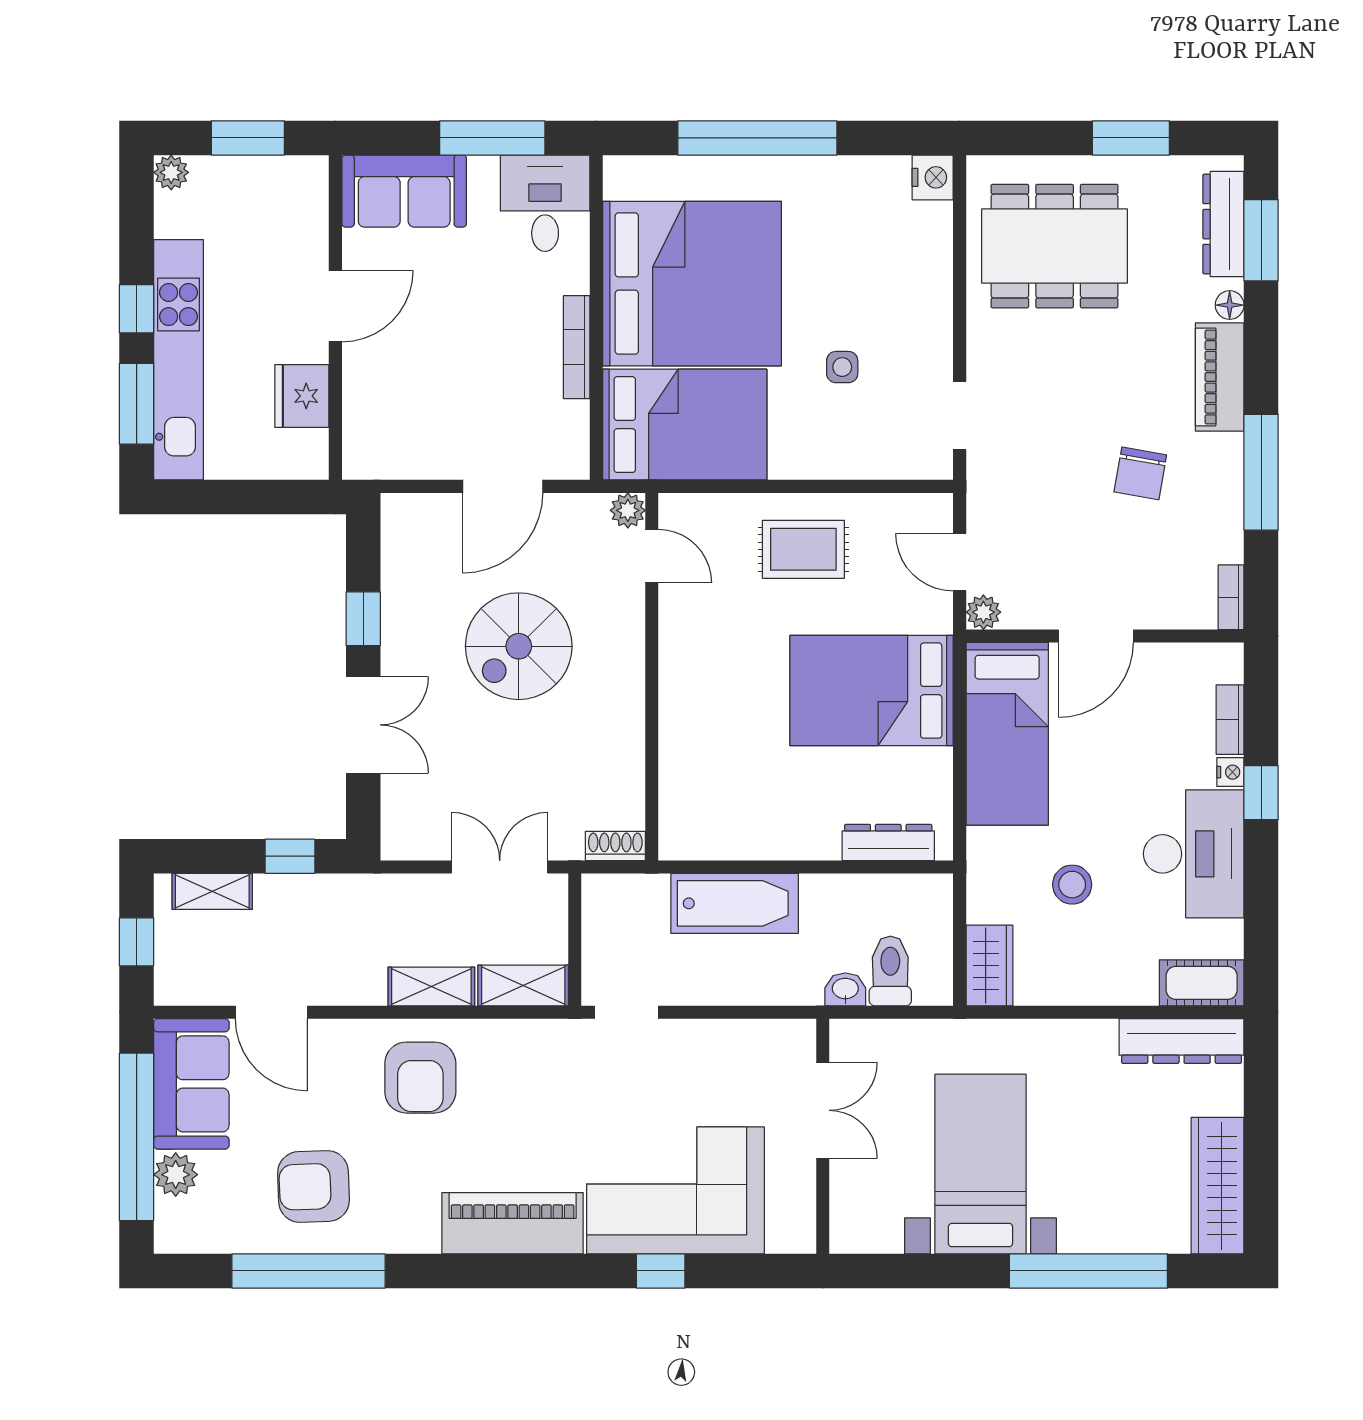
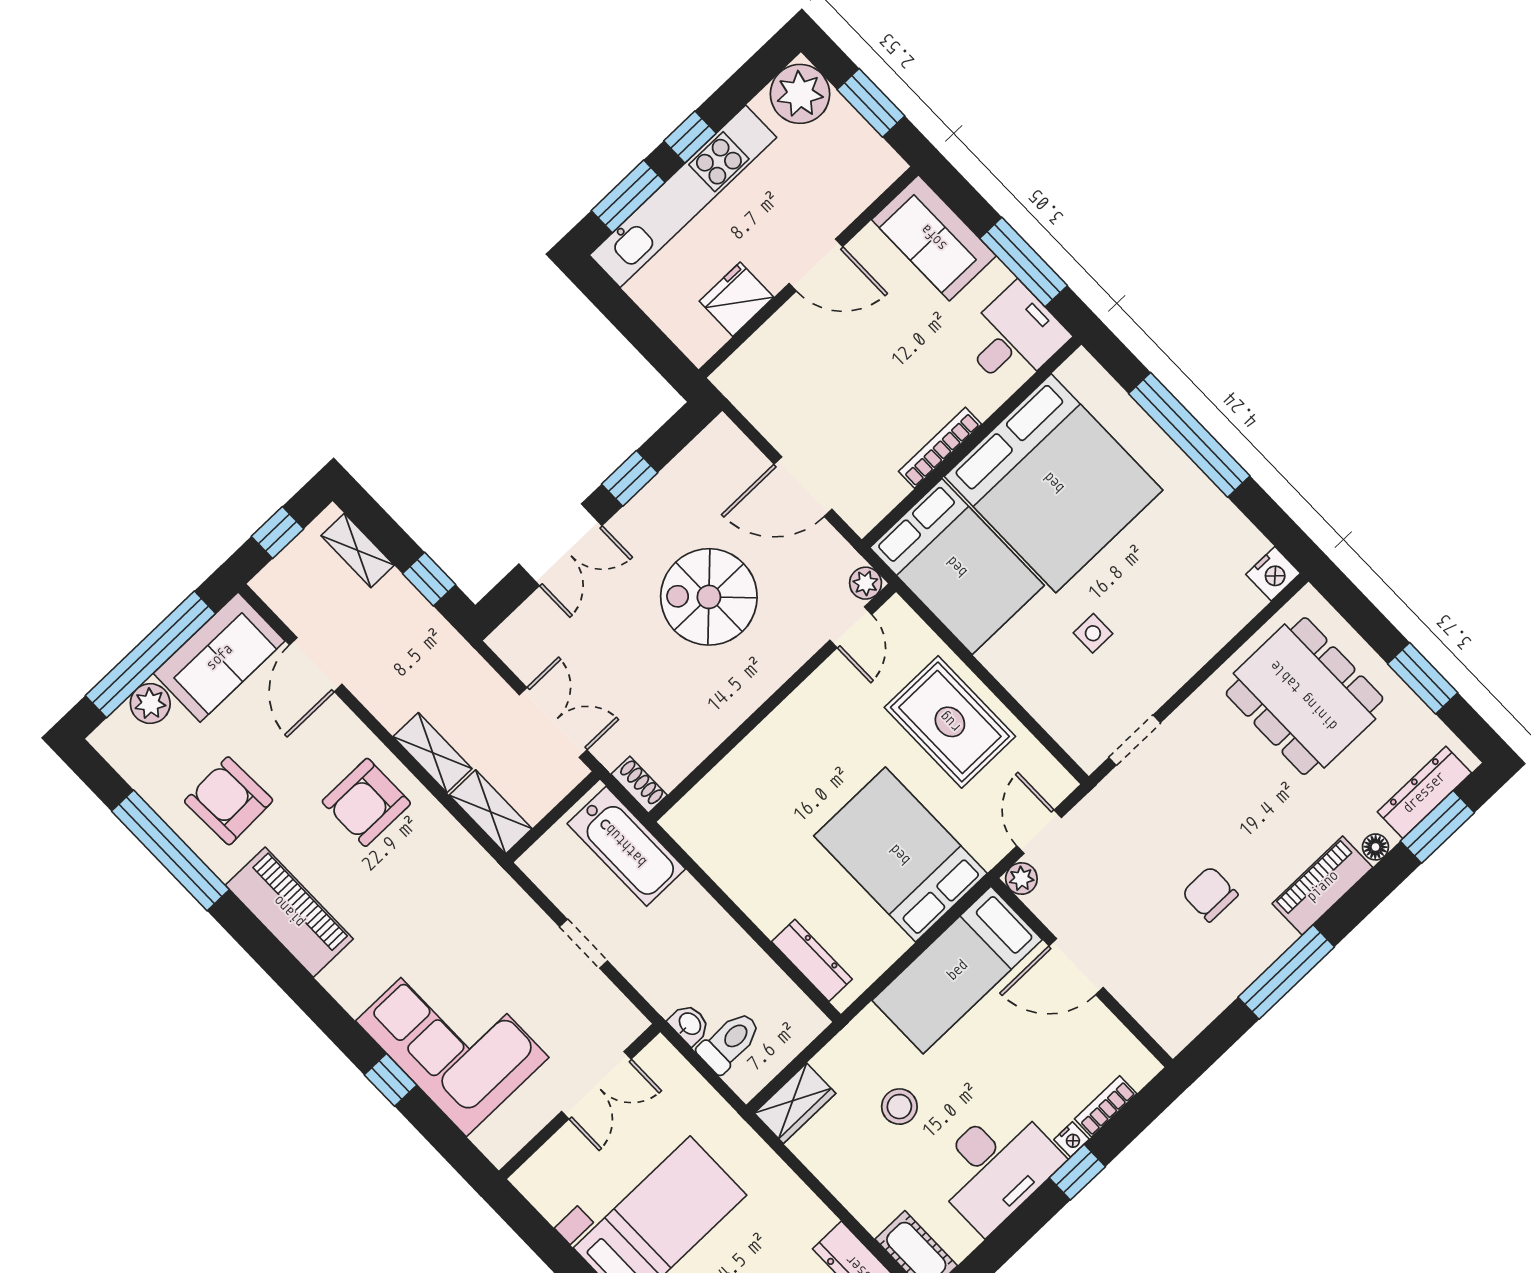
plant: (171, 172) -> (800, 94), width x1.87, depth x1.87
chair: (1140, 473) -> (1210, 894), turned 80
rug: (803, 549) -> (950, 722), width x1.36, depth x1.43
bookcase: (1231, 597) -> (1186, 1031), removed
bathtub: (735, 903) -> (626, 846), moved
doorway: (626, 1012) -> (584, 944), moved
piano: (513, 1223) -> (289, 912), moved

